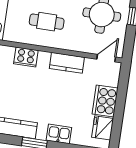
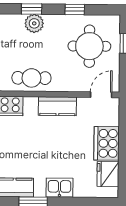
cafe table: (47, 22) -> (31, 78), moved

